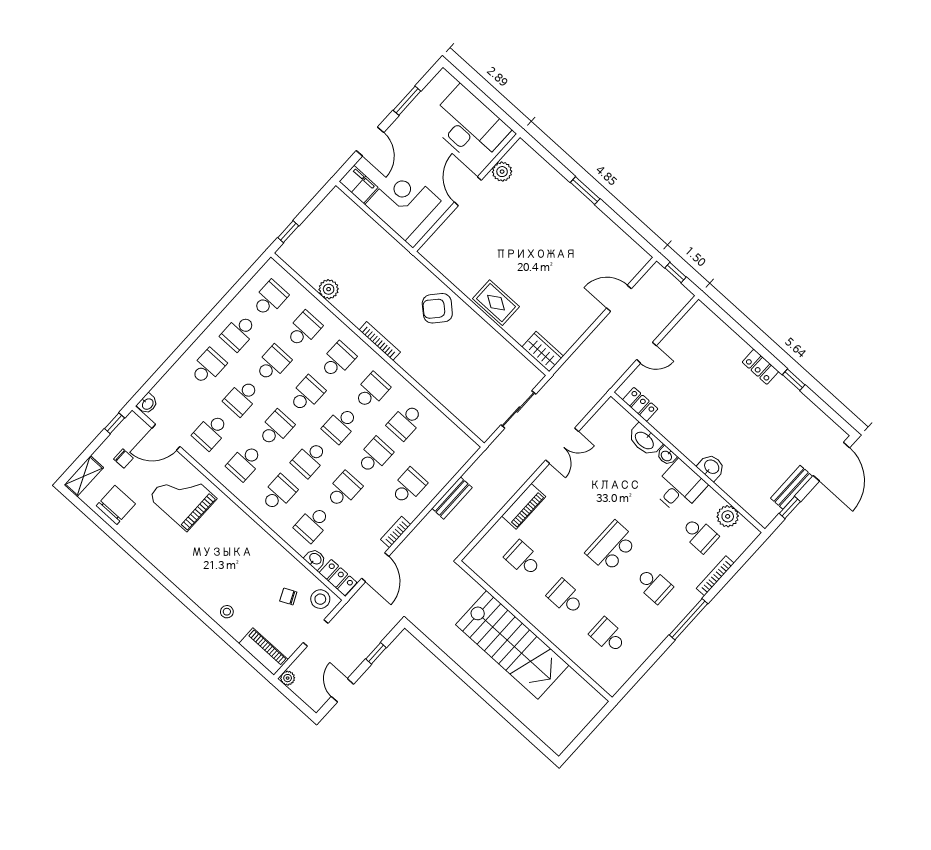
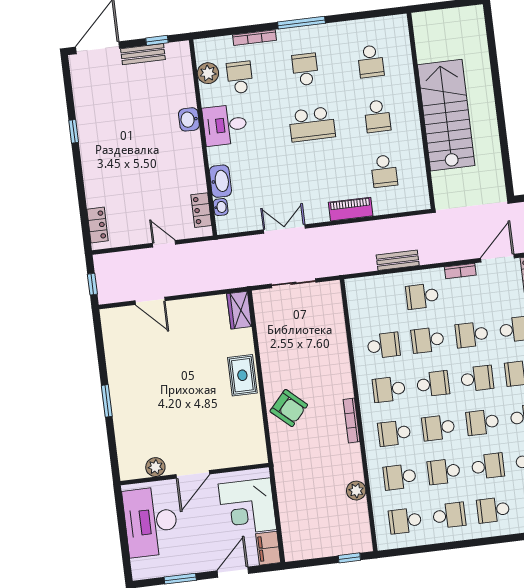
locker: (760, 367) -> (98, 225), moved
washbasin: (667, 456) -> (221, 207), moved

